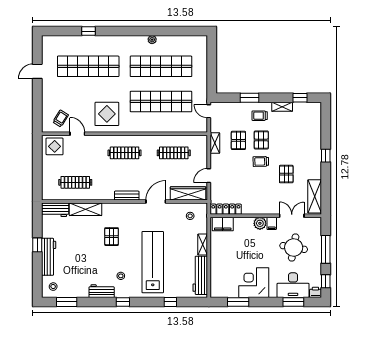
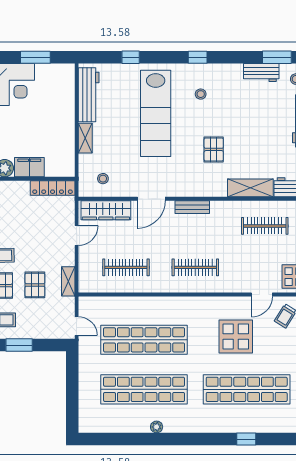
display table: (107, 114) -> (236, 337), moved
door: (77, 134) -> (262, 294), hinge flipped
filing cabinet: (223, 224) -> (29, 167), moved
workbench: (102, 291) -> (261, 73), moved

